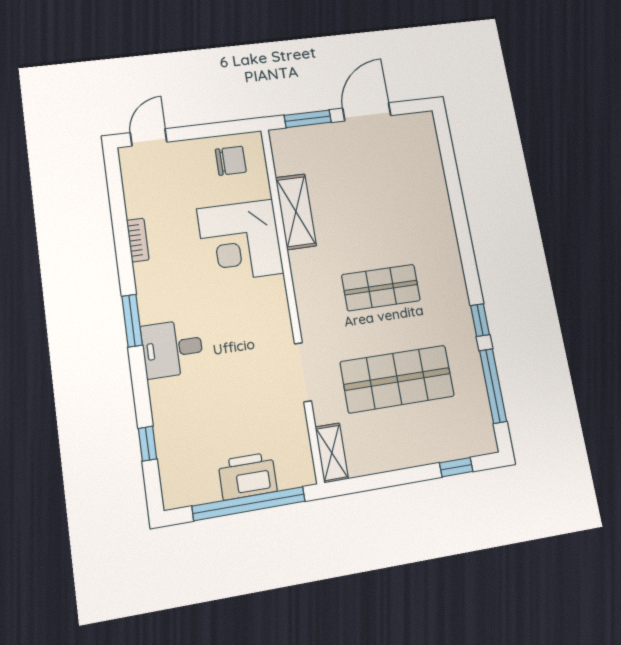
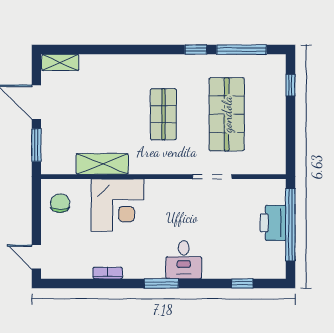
shelving: (332, 453) -> (60, 62), moved

